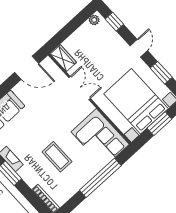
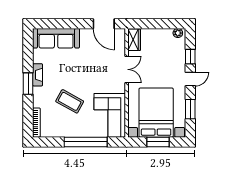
window: (114, 22) -> (190, 57), moved
coffee table: (57, 157) -> (70, 101), turned -61

